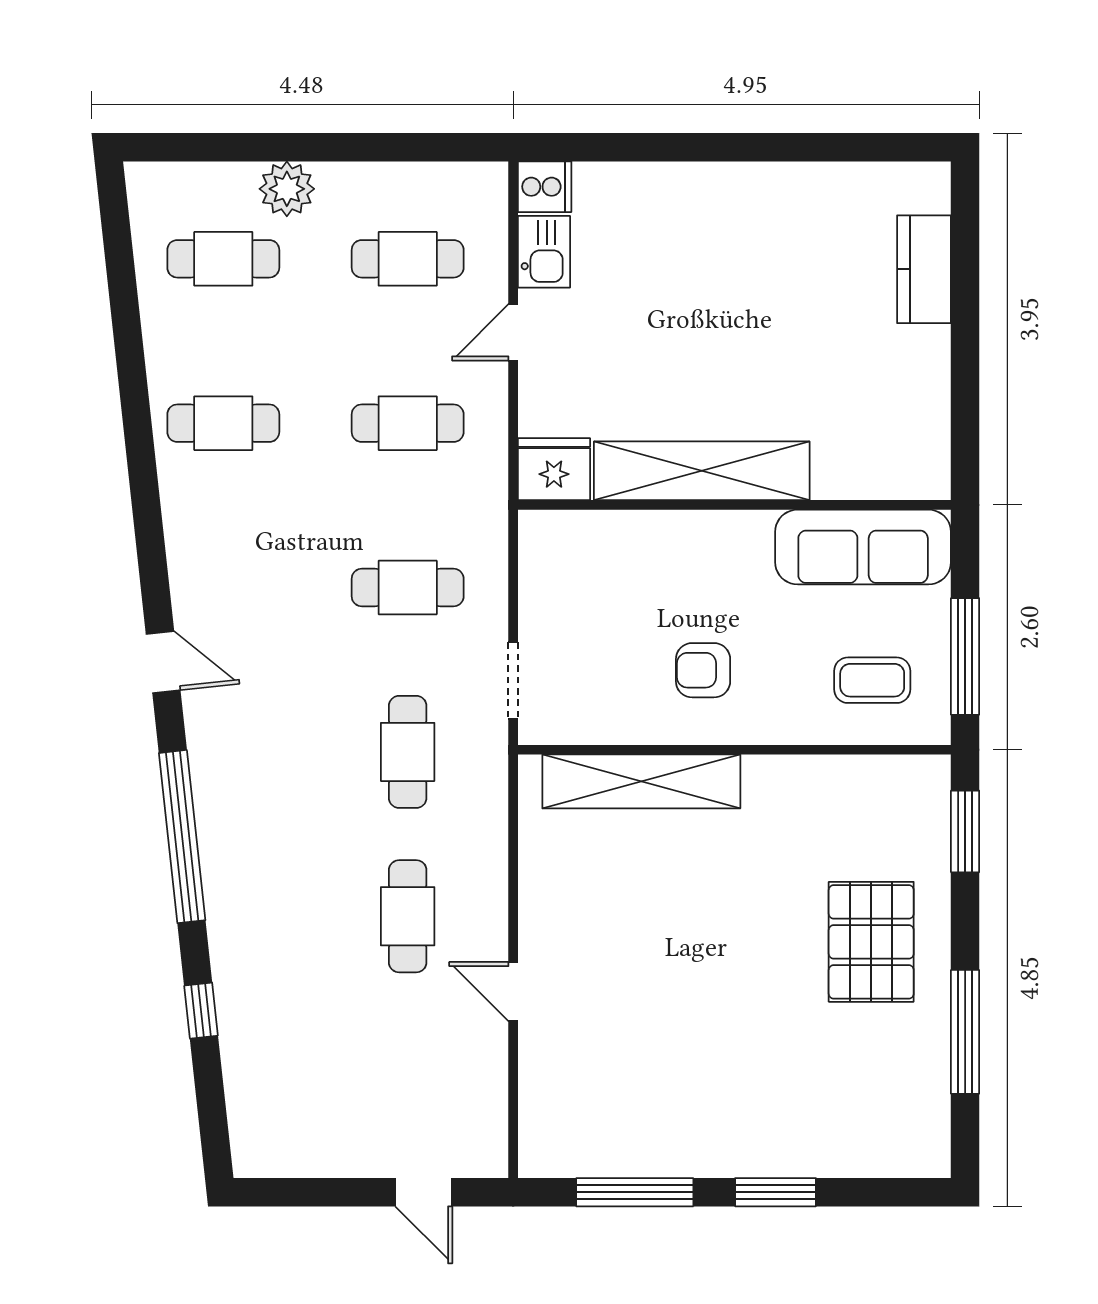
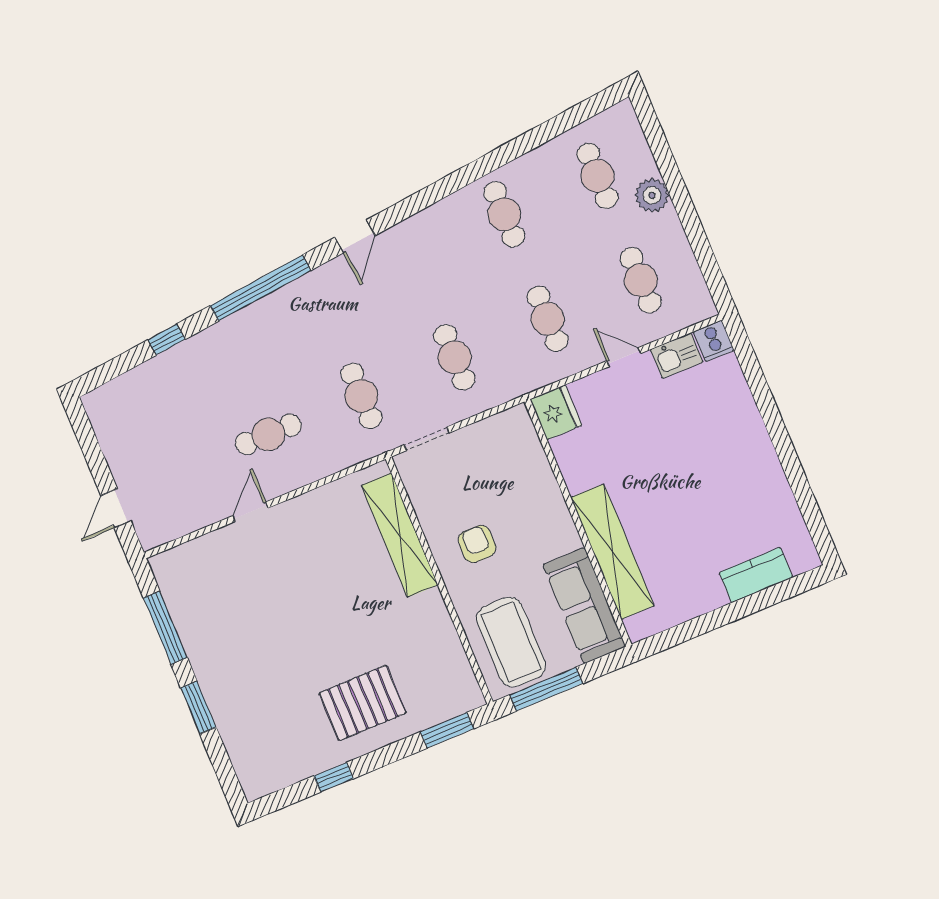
shelving: (702, 471) -> (612, 552), moved
coffee table: (872, 680) -> (511, 642), width x1.86, depth x1.72
cafe table: (408, 752) -> (361, 396), turned 90
window: (965, 1032) -> (334, 777), width x0.46

